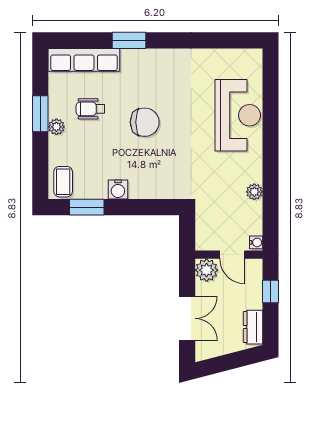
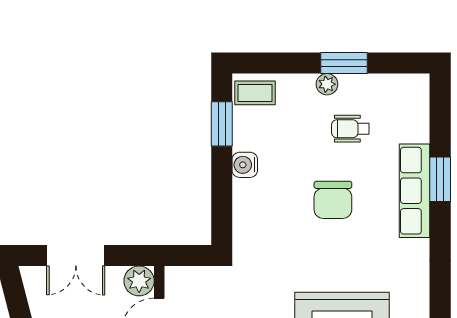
row of seats: (84, 60) -> (415, 191), moved
wheelchair: (90, 109) -> (350, 129), turned -90

